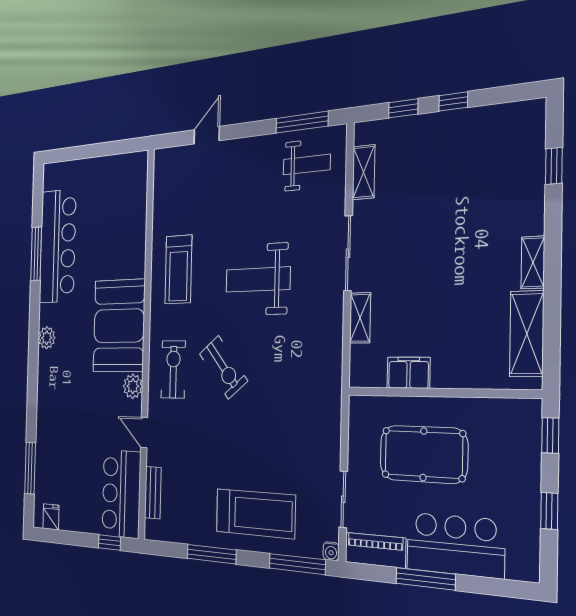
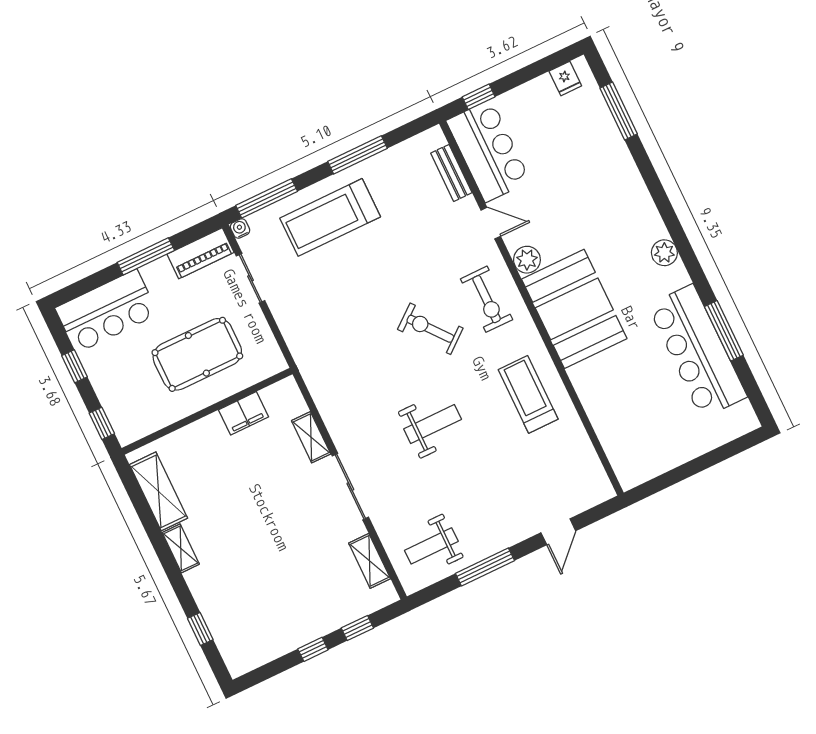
window: (302, 122) -> (485, 567), moved
weight bench: (258, 280) -> (433, 424), width x0.73, depth x0.75
bar counter: (455, 545) -> (107, 311), moved

